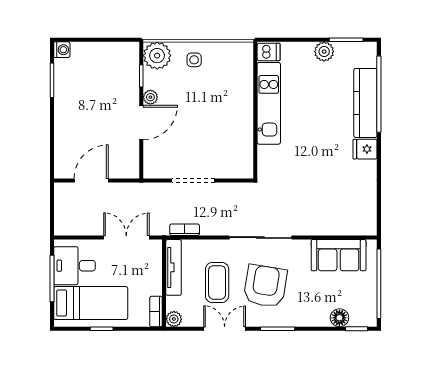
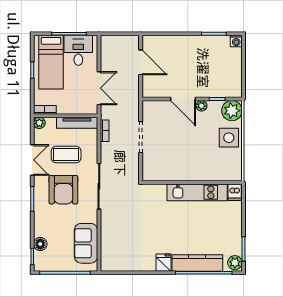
plant: (324, 52) -> (235, 263), moved
side table: (194, 60) -> (229, 138), width x1.87, depth x1.87
armchair: (265, 286) -> (63, 190), turned 81

